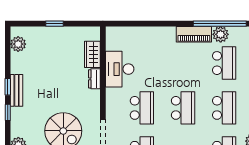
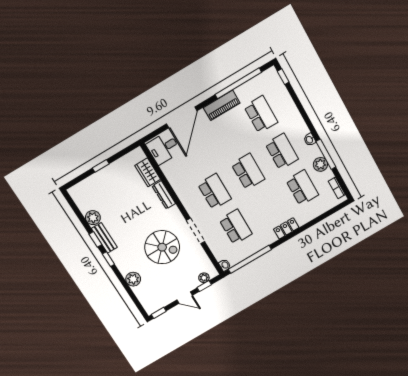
door: (152, 24) -> (182, 117), added
plant: (221, 34) -> (244, 92), removed
plant: (18, 44) -> (93, 218), moved
desk: (120, 69) -> (163, 148), moved, width x0.73
dresser: (94, 79) -> (164, 195), width x1.44

